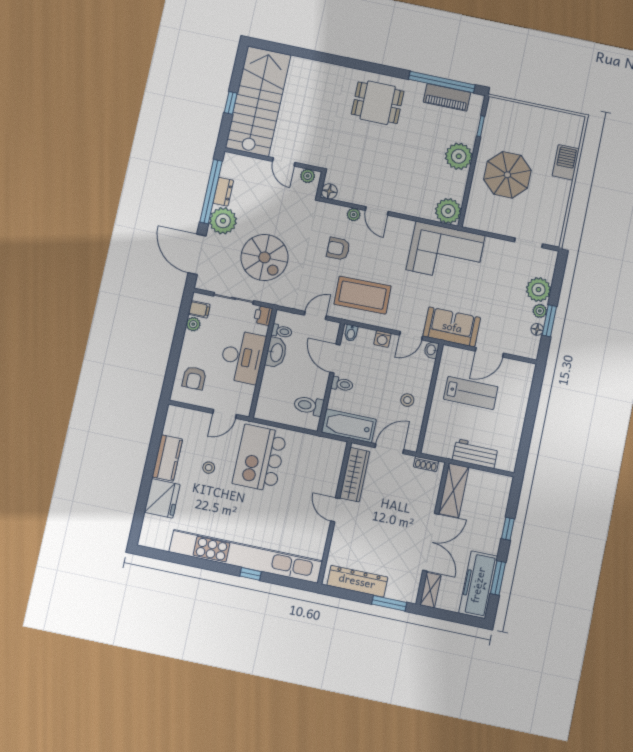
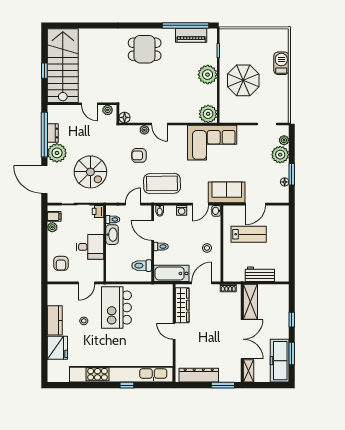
plant: (540, 311) -> (284, 140), moved
desk: (242, 357) -> (90, 247), width x0.73

